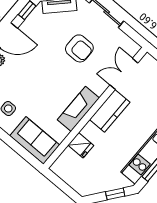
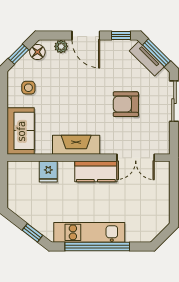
armchair: (79, 48) -> (126, 104), turned 90
double door: (124, 74) -> (136, 158), swing flipped

